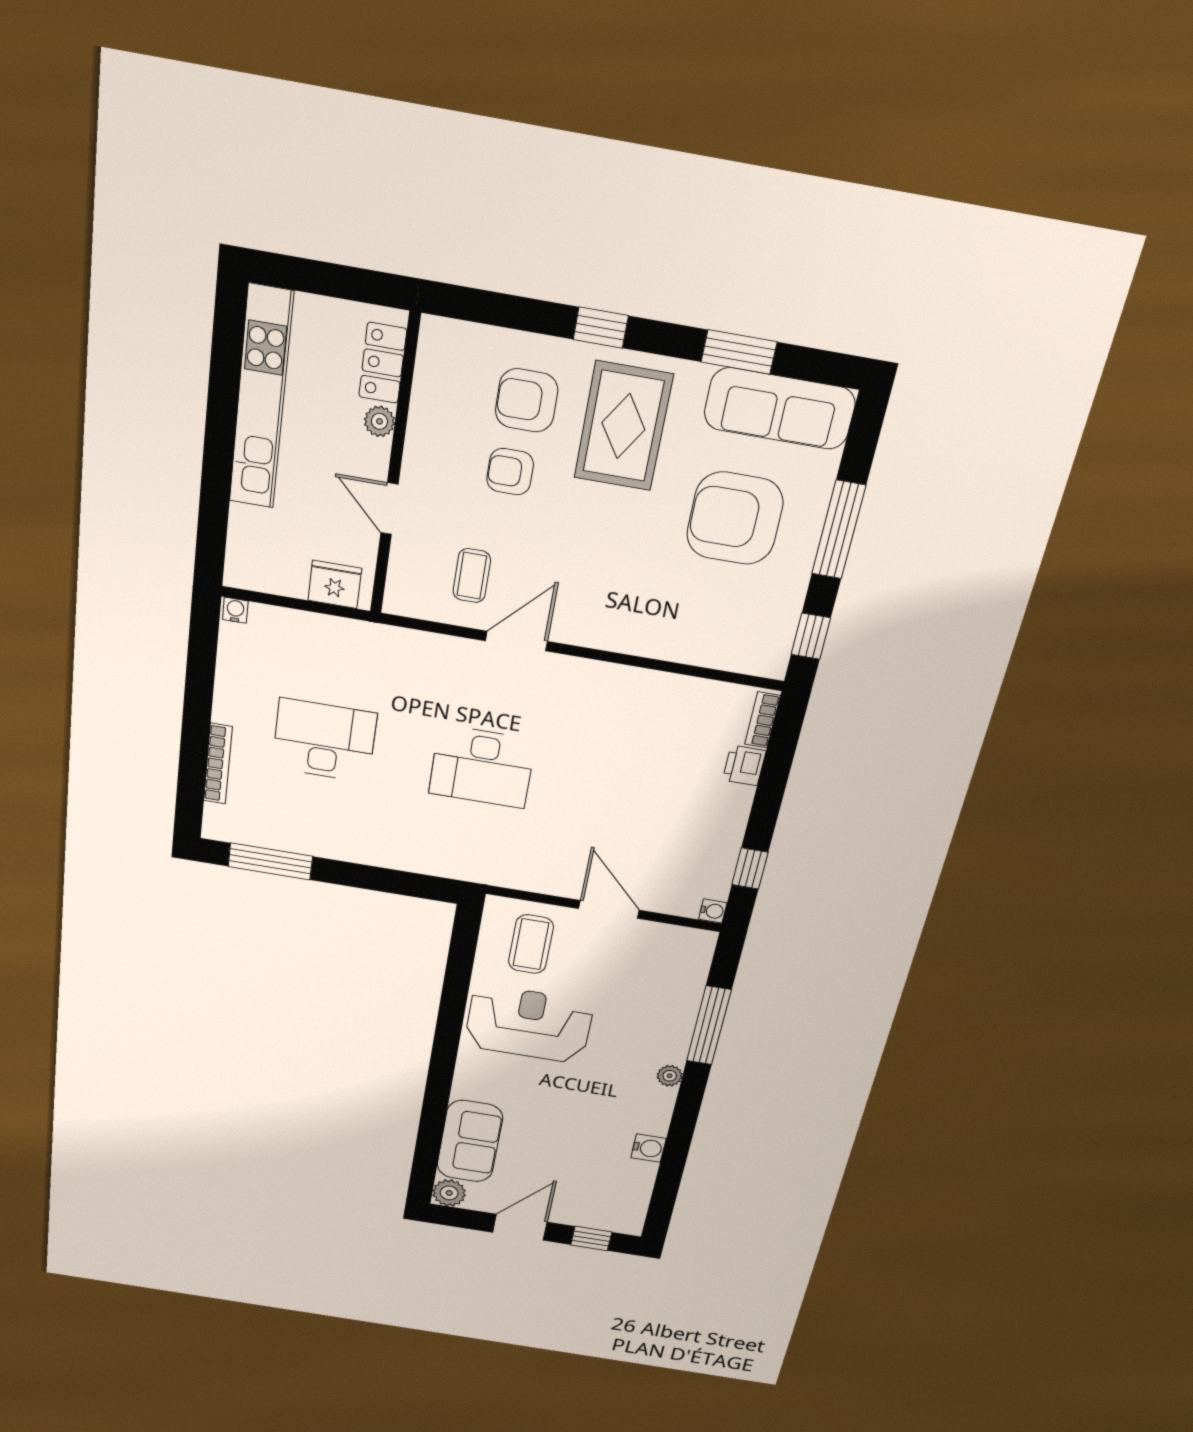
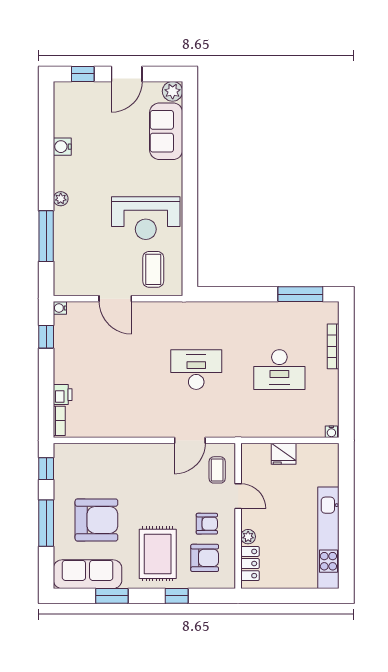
locker: (383, 363) -> (250, 564), moved
plant: (379, 421) -> (248, 537), moved
wall: (395, 468) -> (238, 516), moved
door: (389, 509) -> (238, 496), moved

